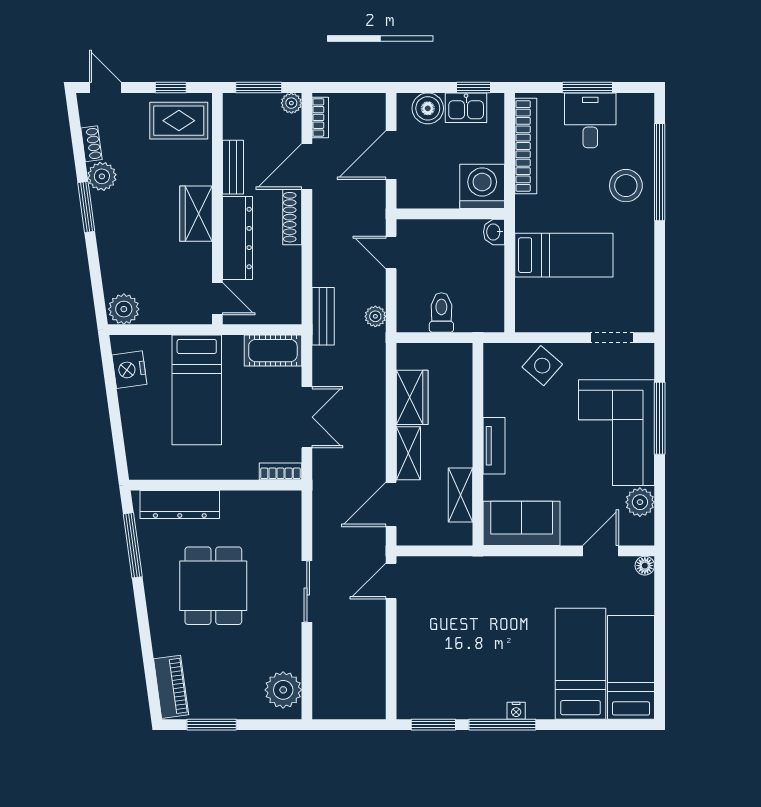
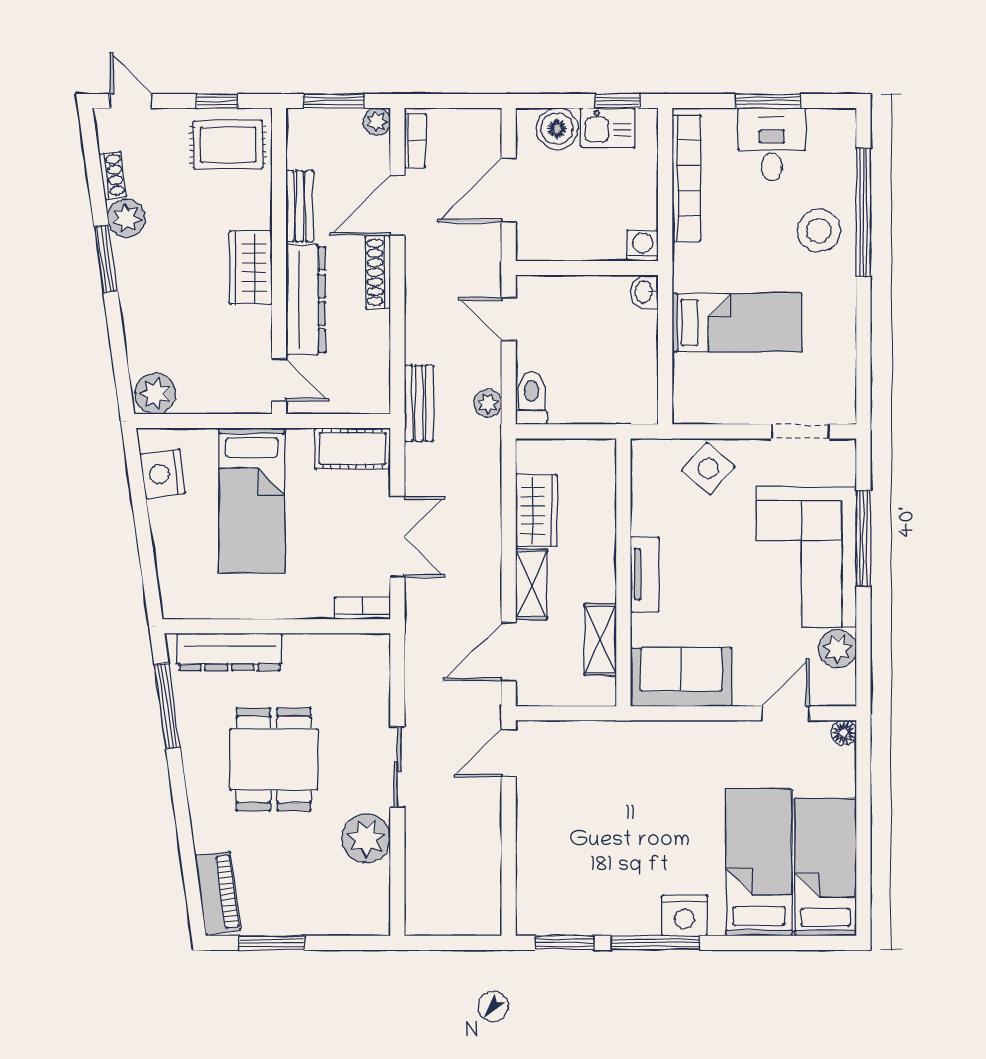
washing machine: (482, 186) -> (643, 245), width x0.53, depth x0.53
toilet: (441, 312) -> (532, 398), moved
plant: (283, 690) -> (366, 838), moved
nightstand: (516, 711) -> (684, 916), width x1.89, depth x1.79

